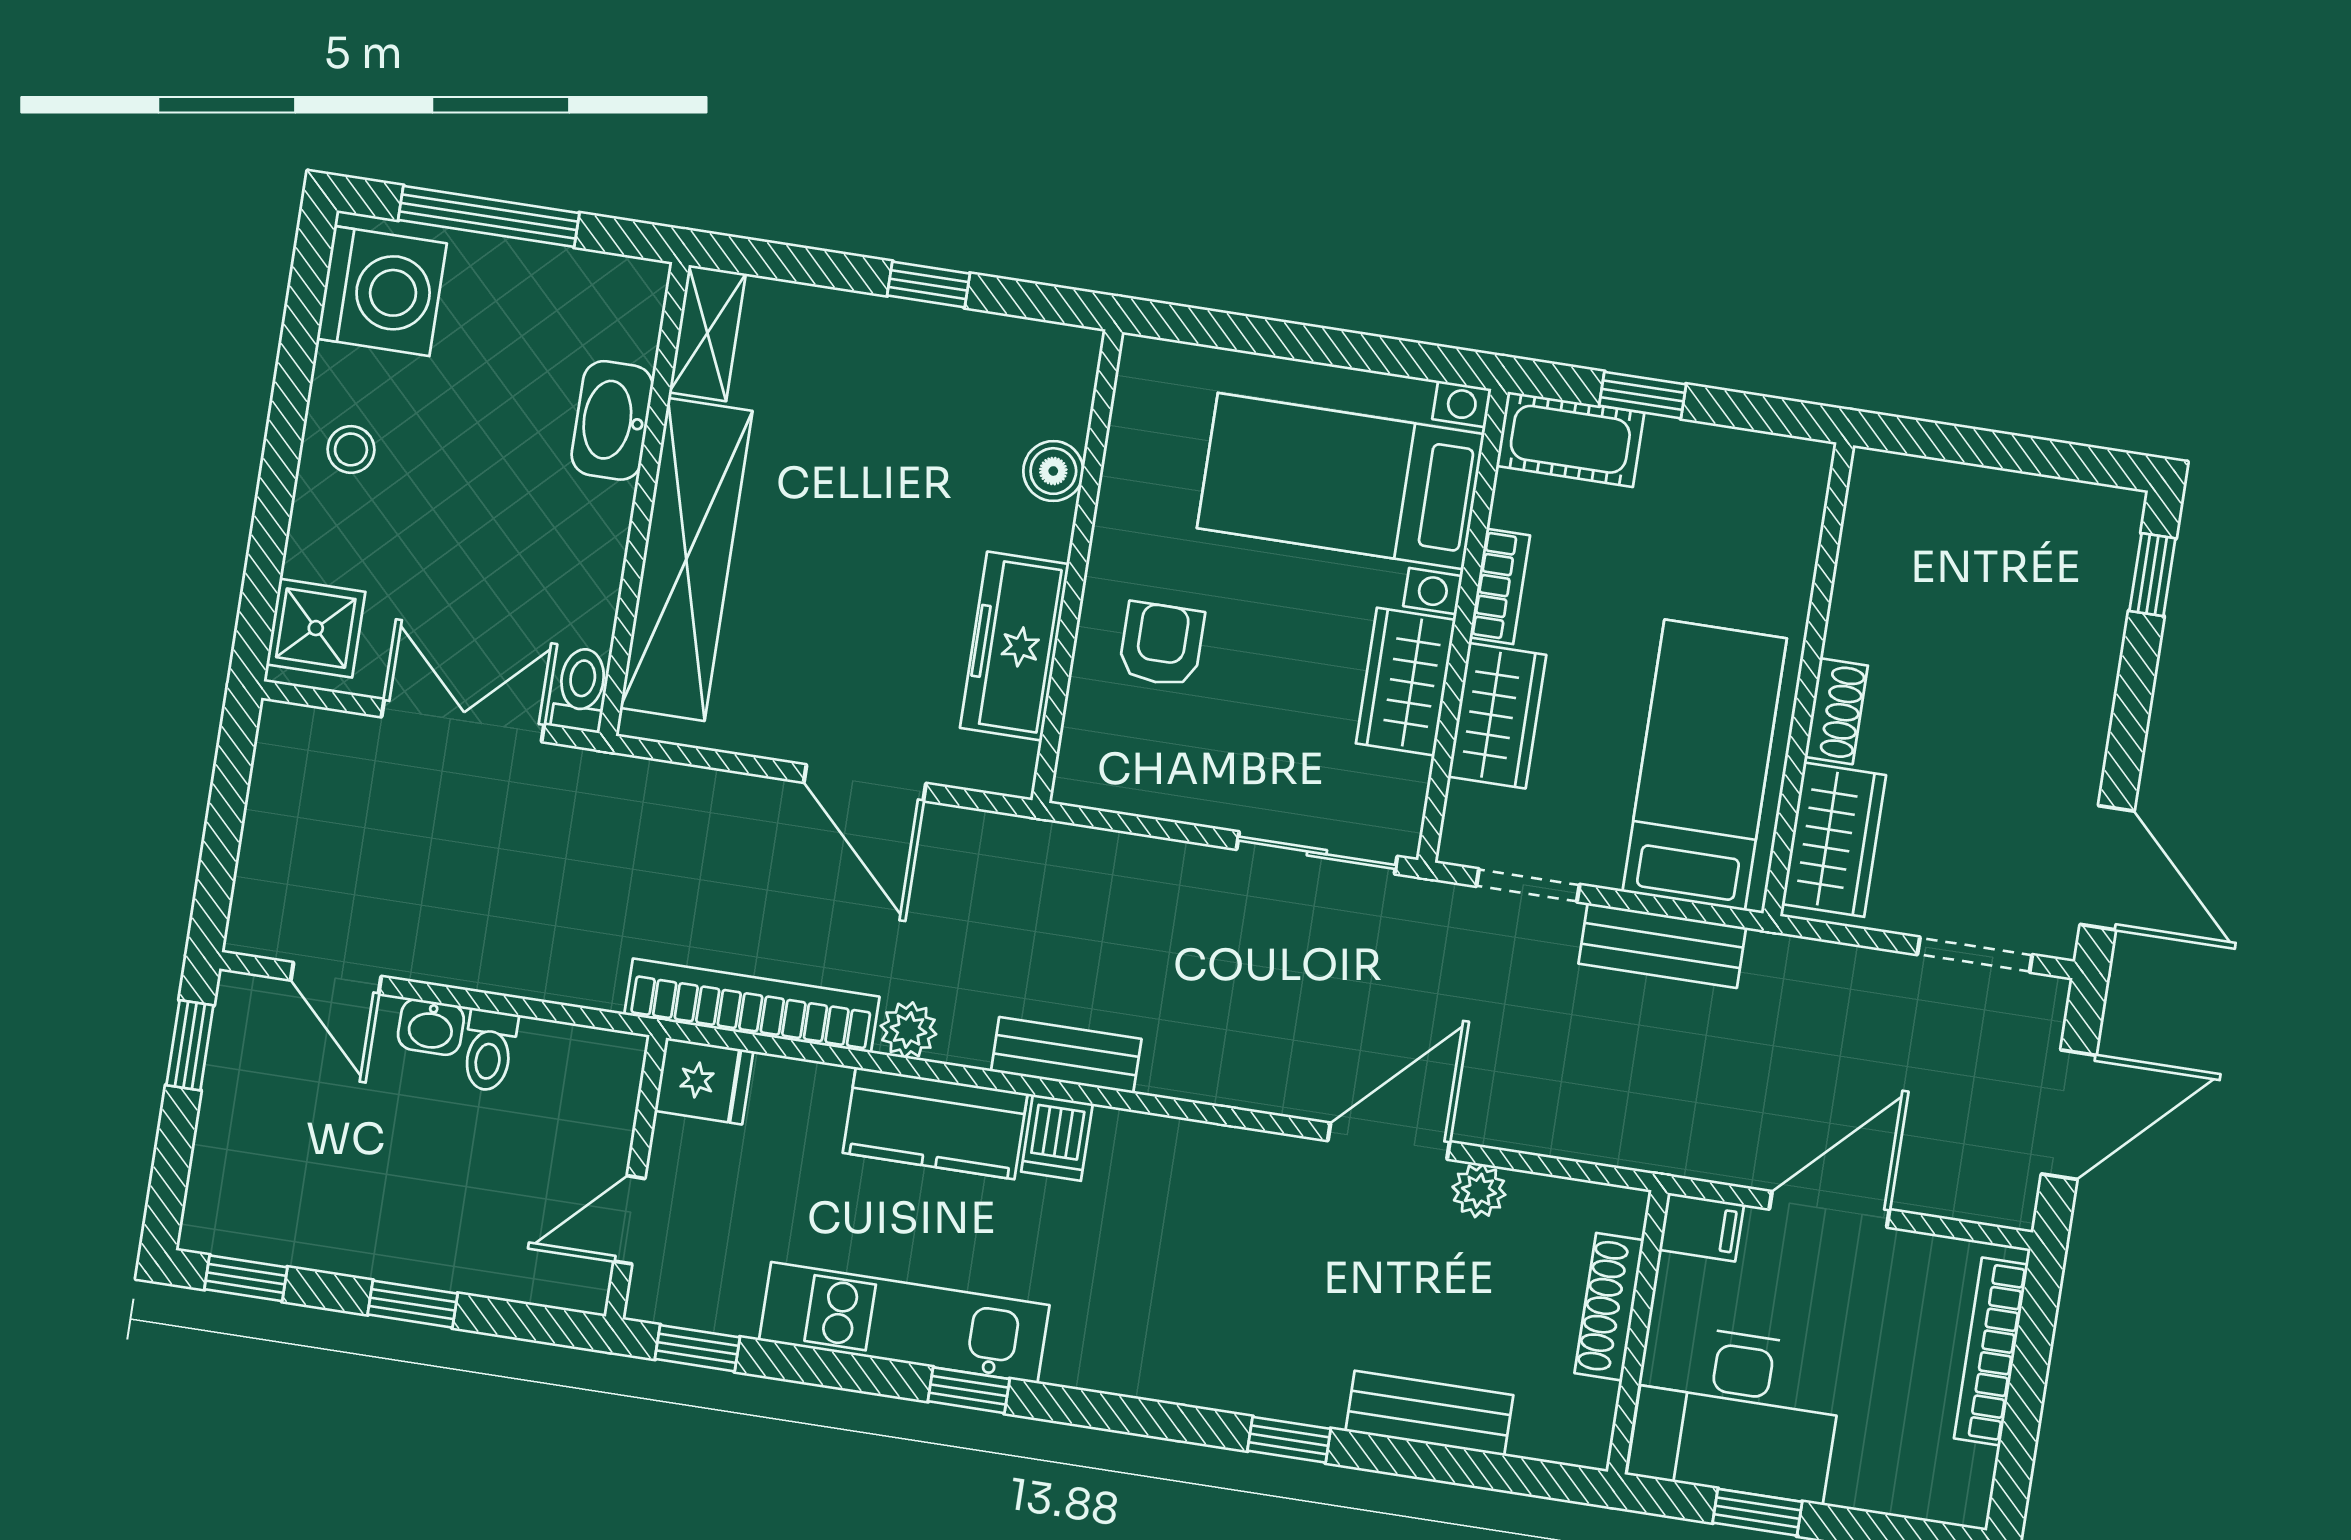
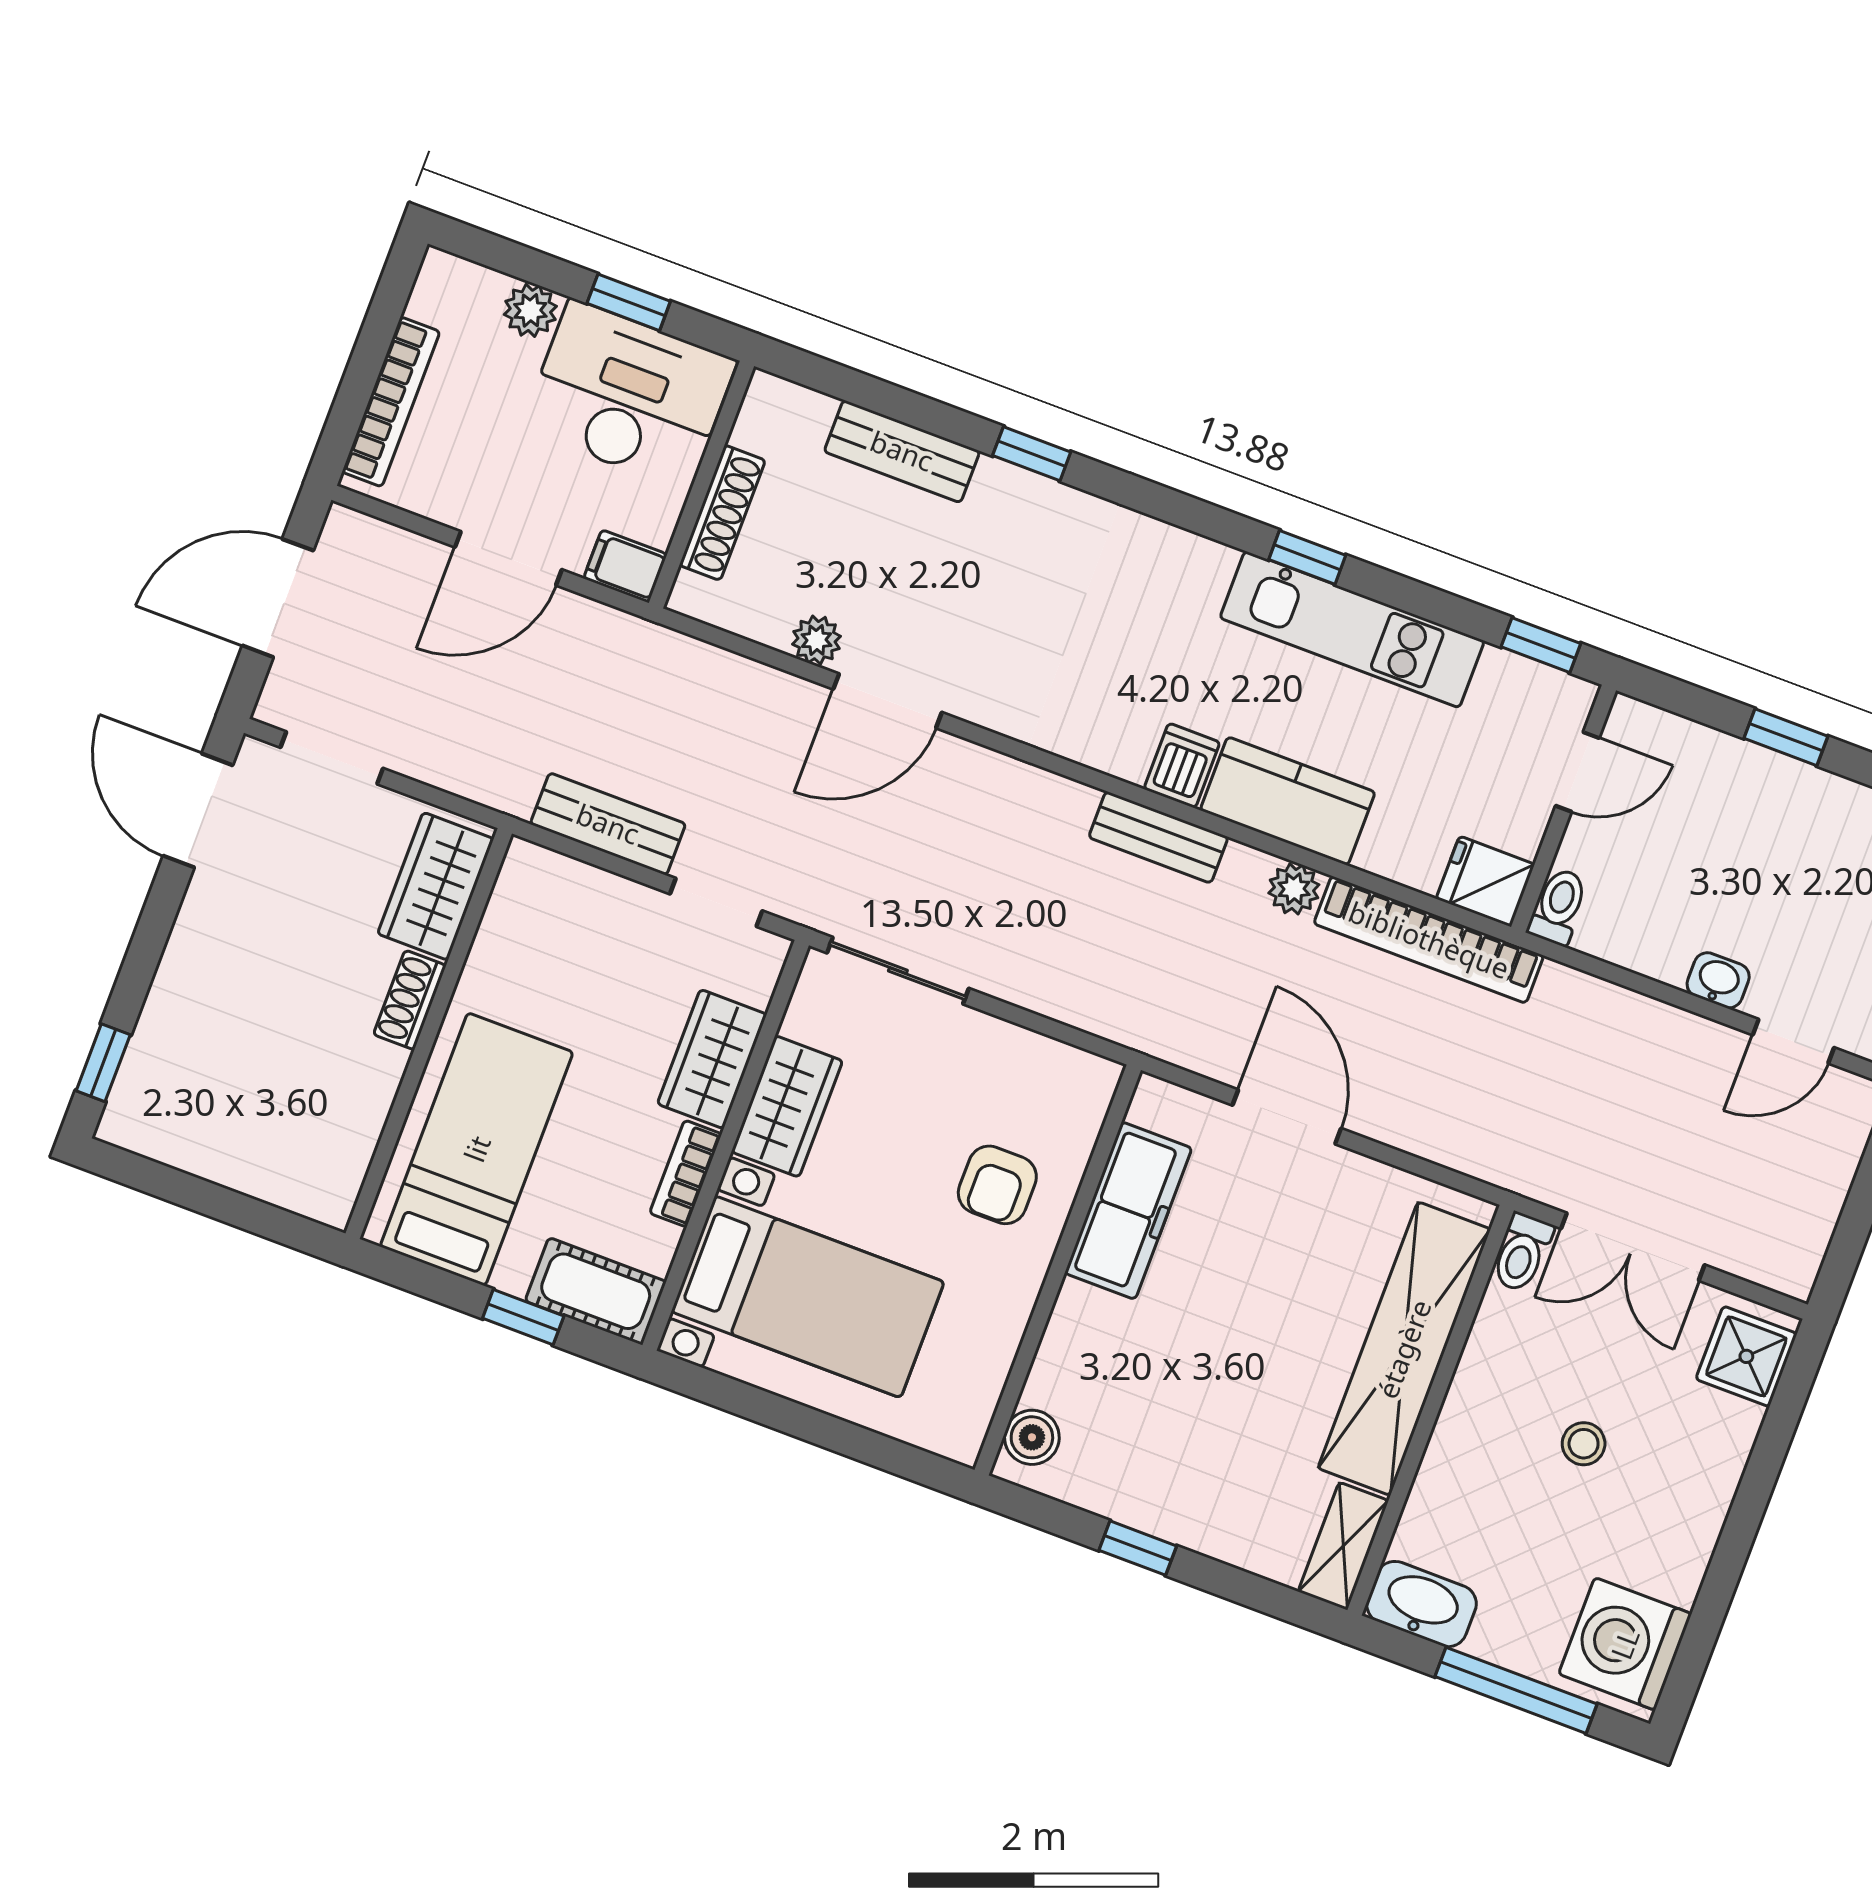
washbasin: (612, 420) -> (1422, 1604), moved, turned -90
stool: (351, 449) -> (1584, 1444), moved
boiler: (1053, 471) -> (1032, 1437), moved
bed: (1705, 765) -> (477, 1149), moved, turned 180
door: (336, 978) -> (1793, 1041), swing flipped
toilet: (489, 1050) -> (1558, 907), moved
plant: (1861, 1481) -> (530, 310), added

